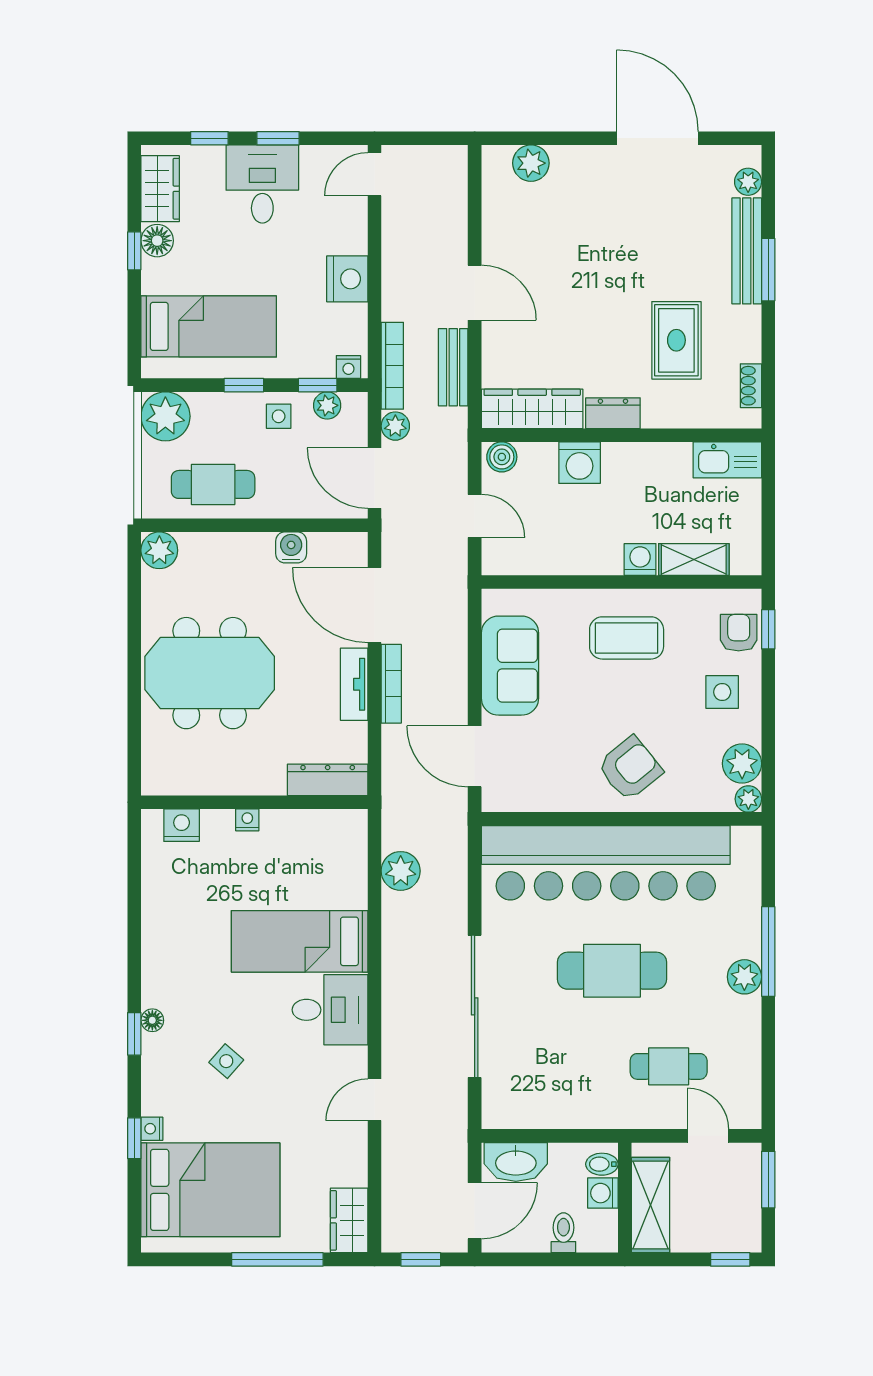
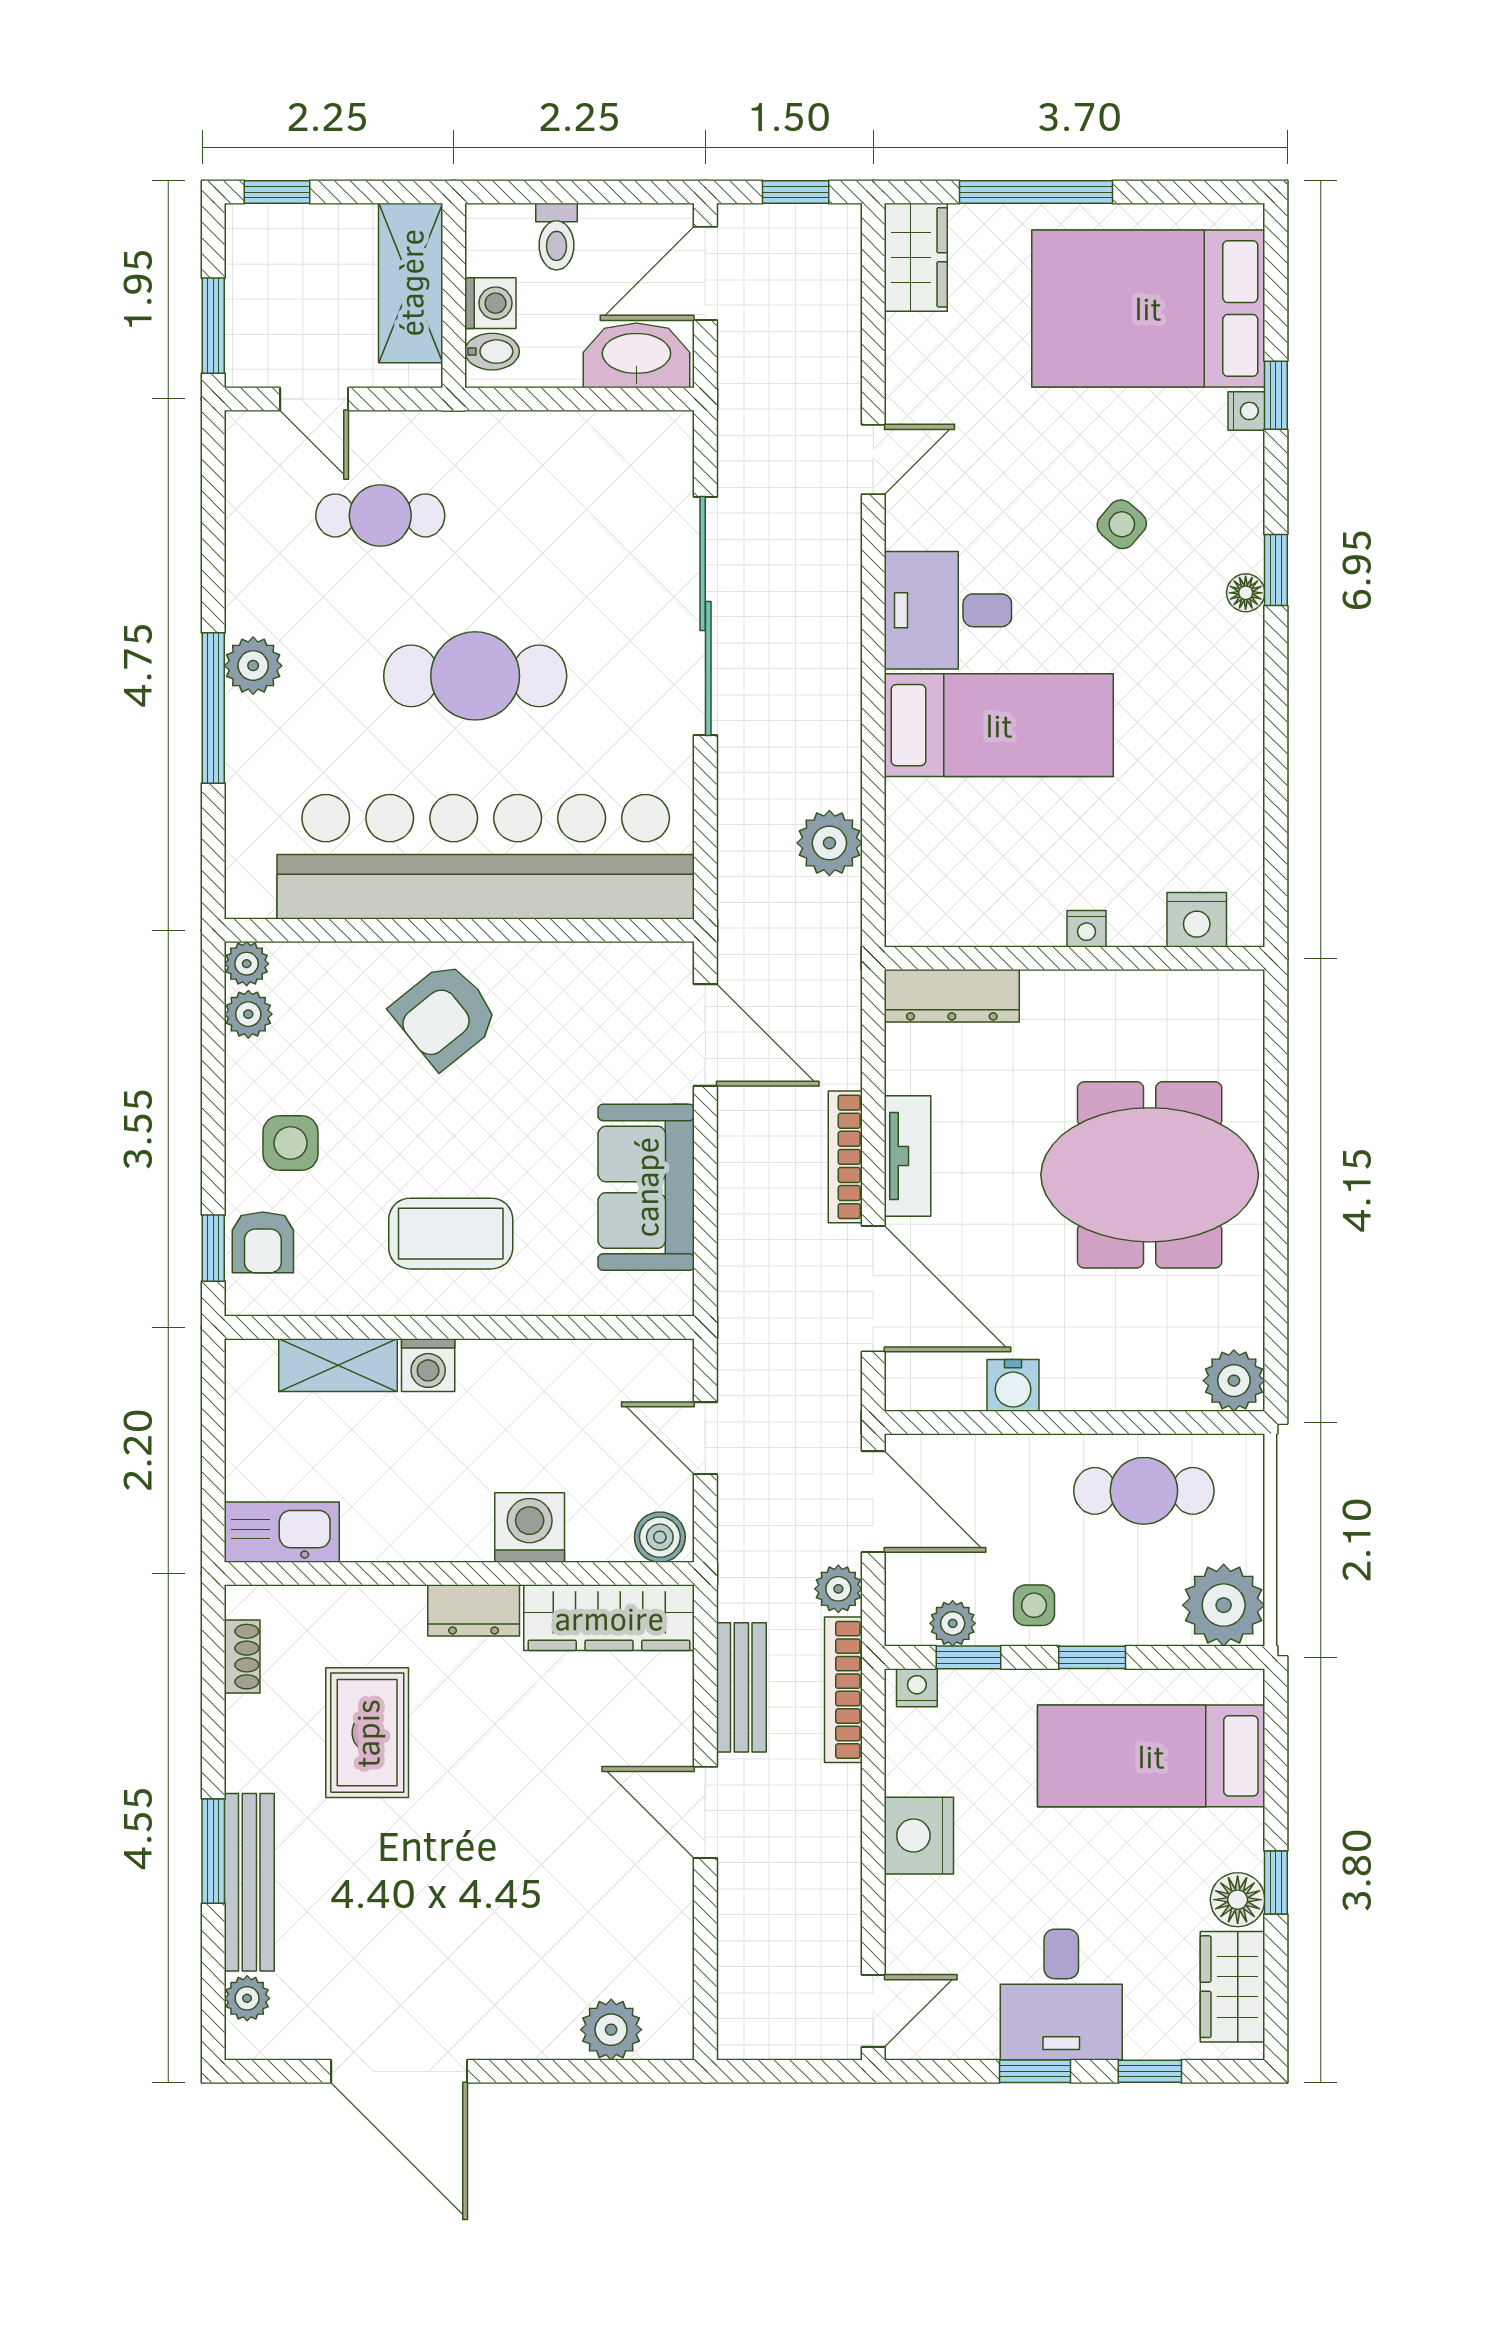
plant: (742, 764) -> (248, 1014), width x0.73, depth x0.73

